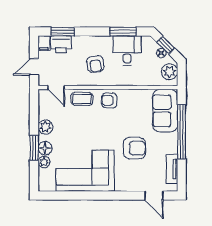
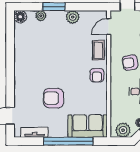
armchair: (109, 100) -> (97, 75), turned 180
floor lamp: (45, 148) -> (20, 17), moved
armchair: (134, 148) -> (53, 98), turned 90
corner sofa: (85, 171) -> (33, 53), removed

